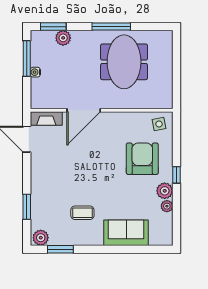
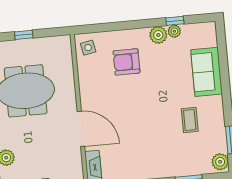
window: (177, 65) -> (24, 35), added
armchair: (142, 159) -> (127, 62), width x0.73, depth x0.73
window: (177, 175) -> (175, 21), moved

